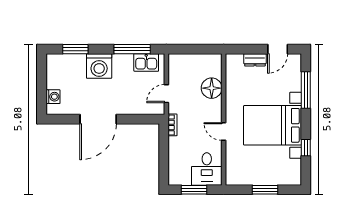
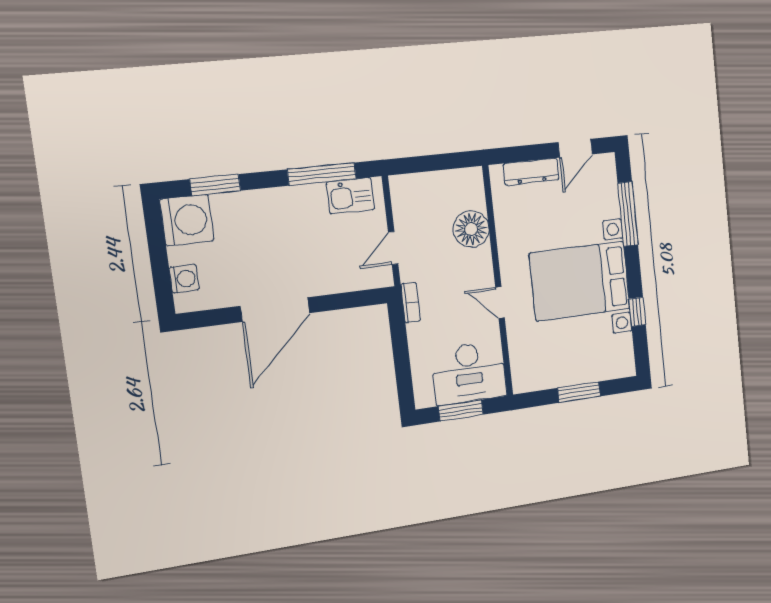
dresser: (255, 60) -> (531, 172), width x1.44
washing machine: (99, 66) -> (187, 220), moved, turned -90
desk: (207, 169) -> (469, 373), width x1.37

